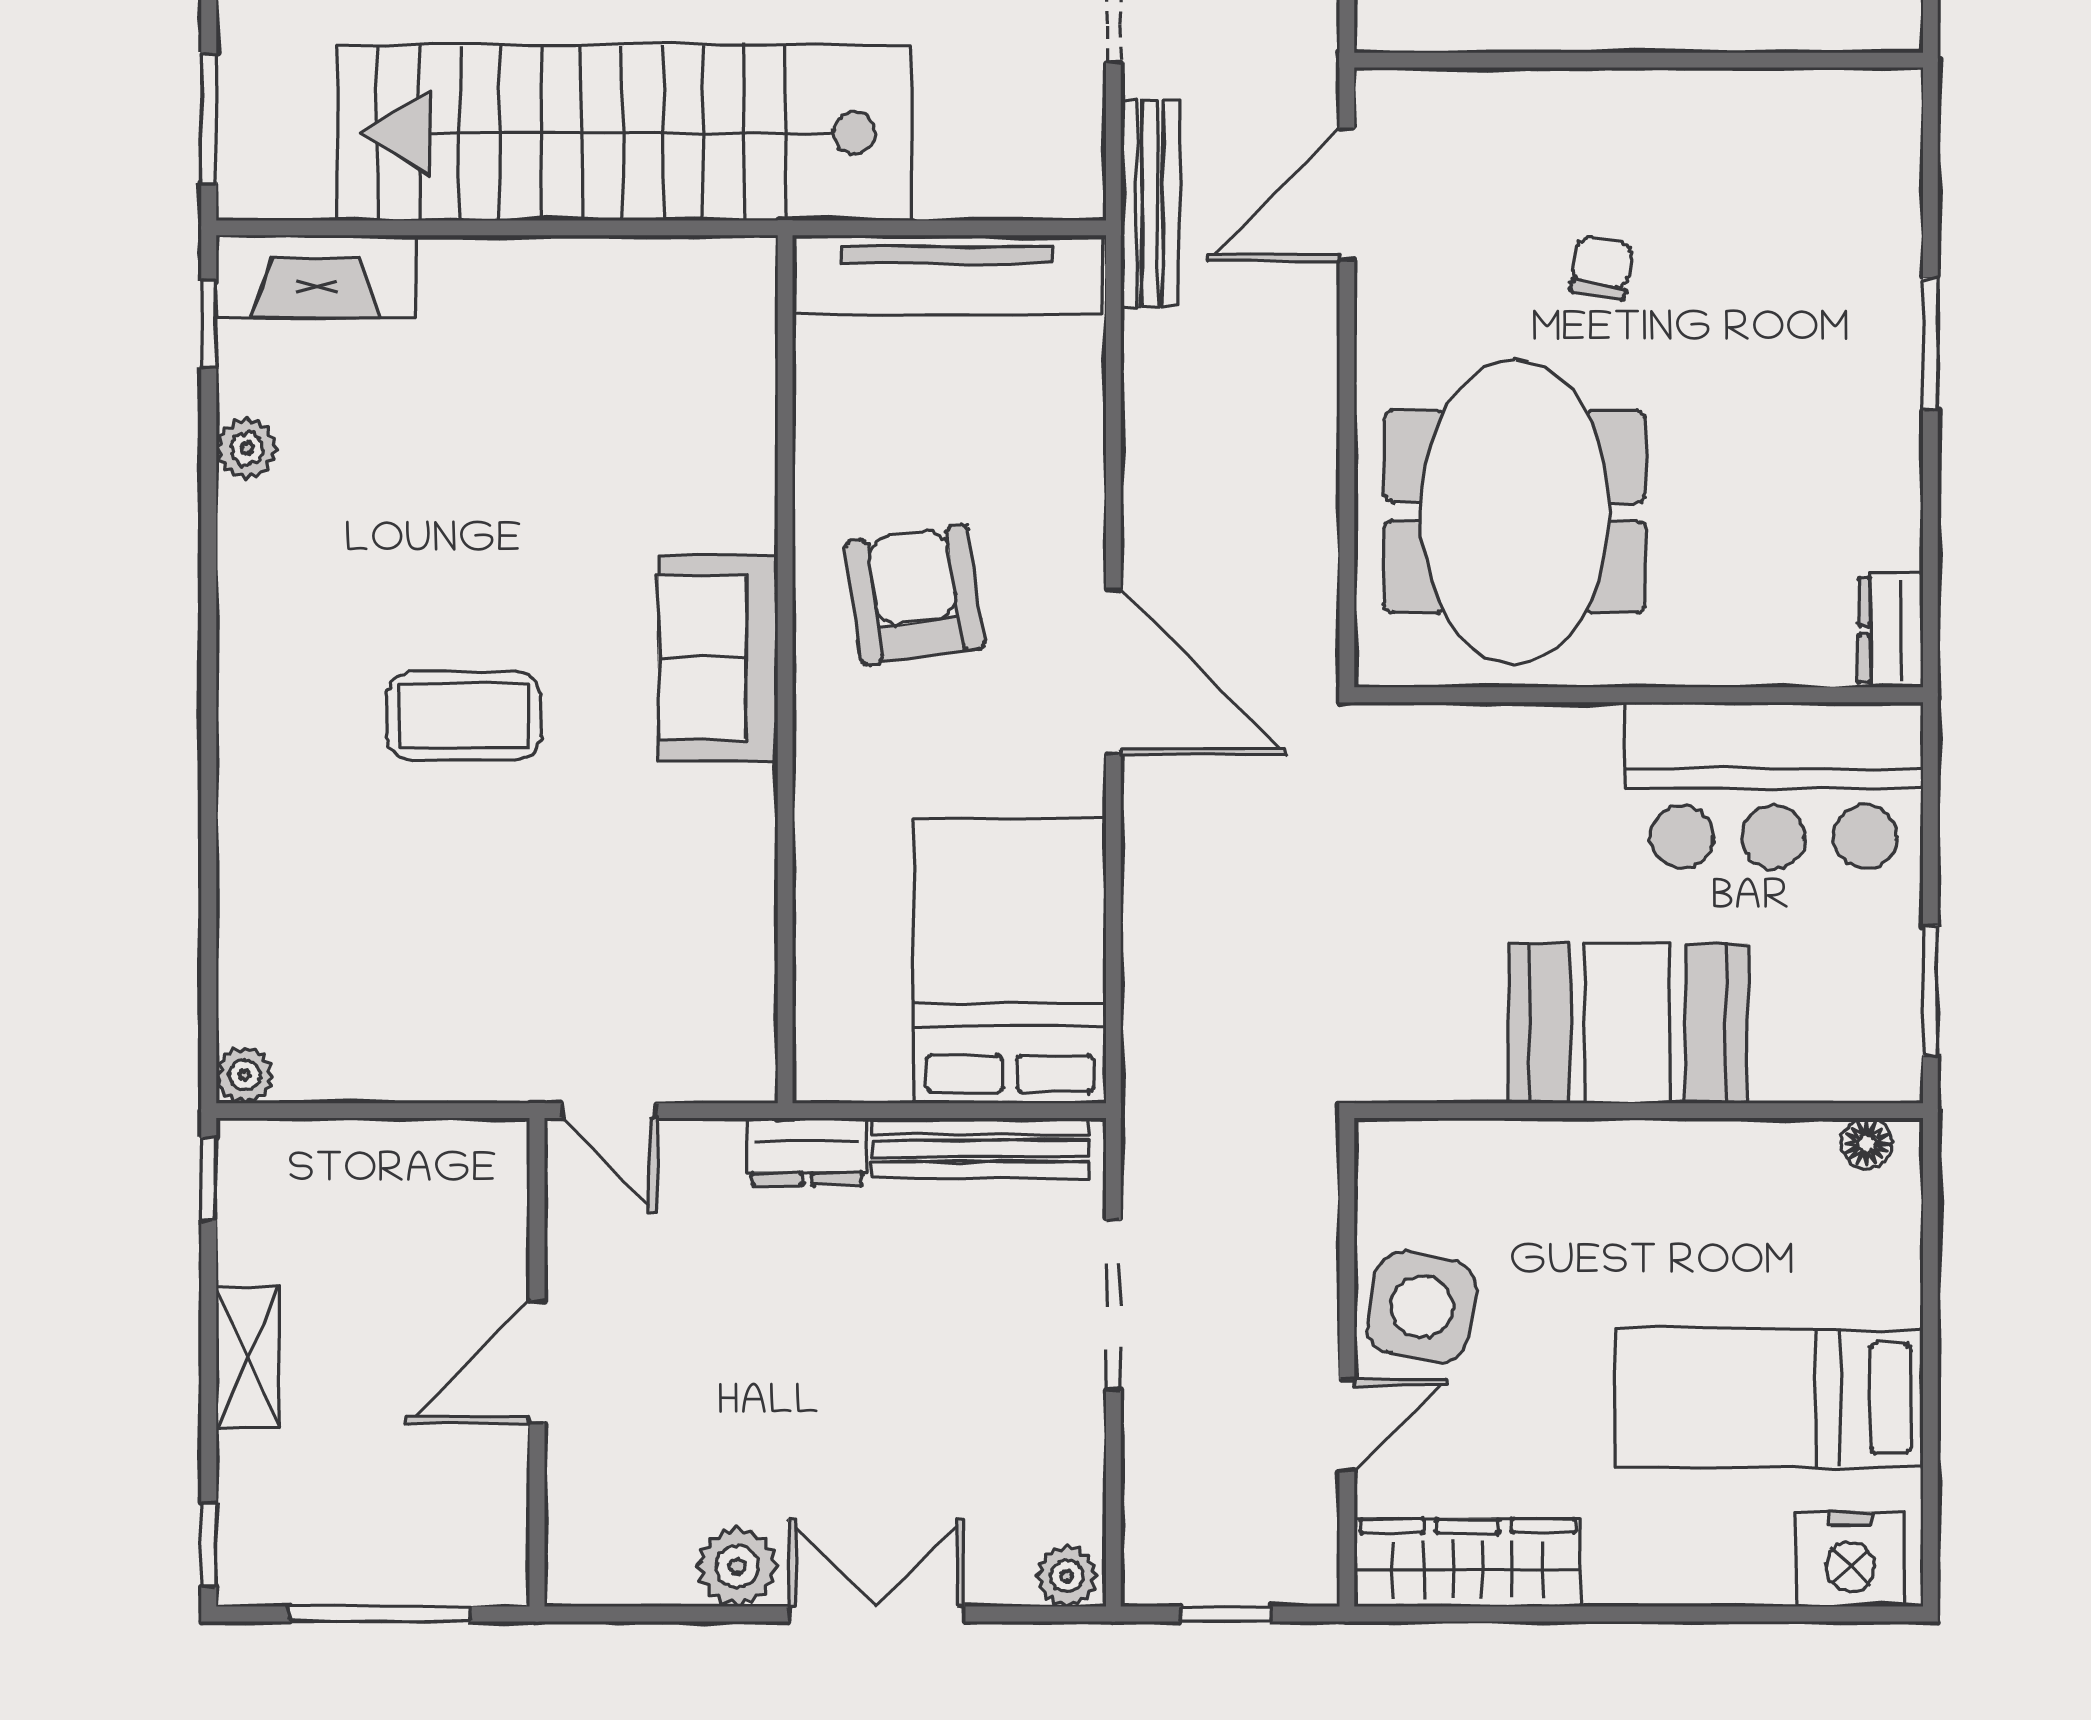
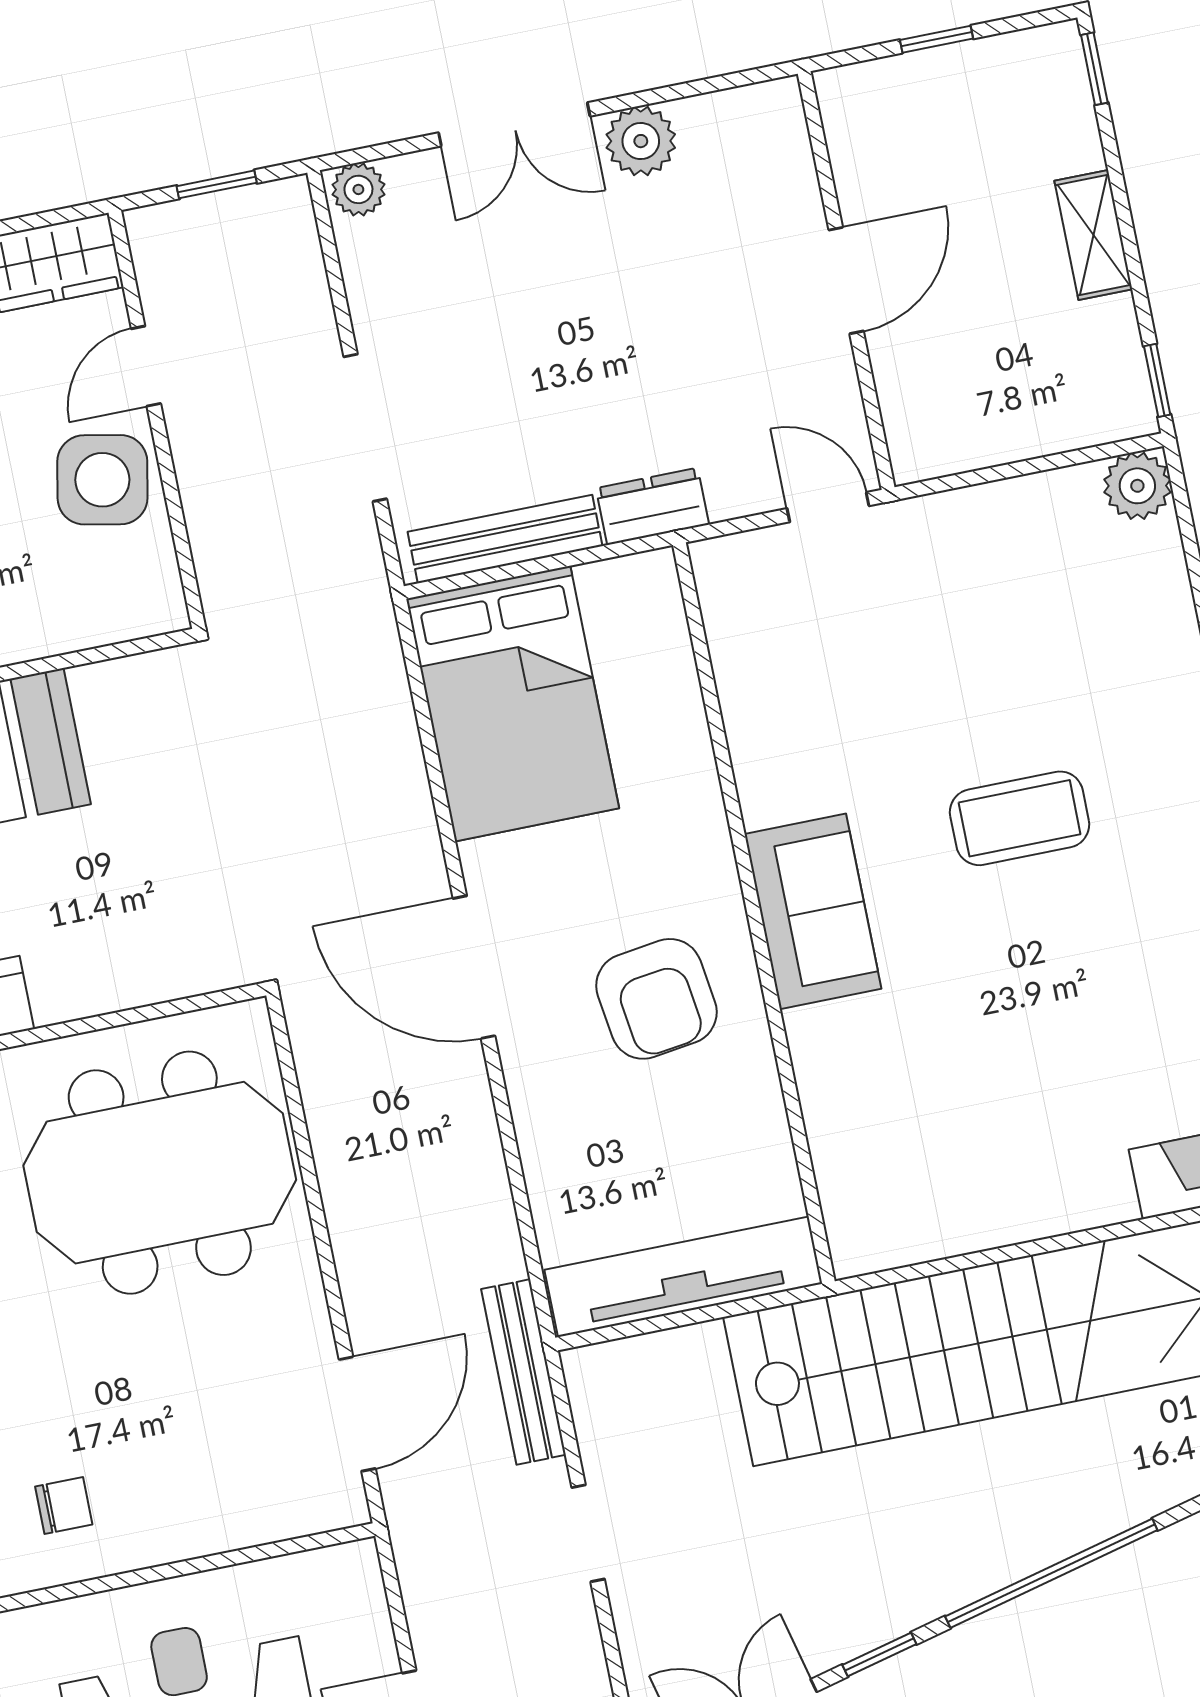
chair: (1602, 268) -> (64, 1505), moved, turned -100
meeting table: (1515, 512) -> (160, 1173), turned 90
plant: (244, 1075) -> (1137, 486), width x1.38, depth x1.38
window: (380, 1614) -> (937, 39), width x0.46

